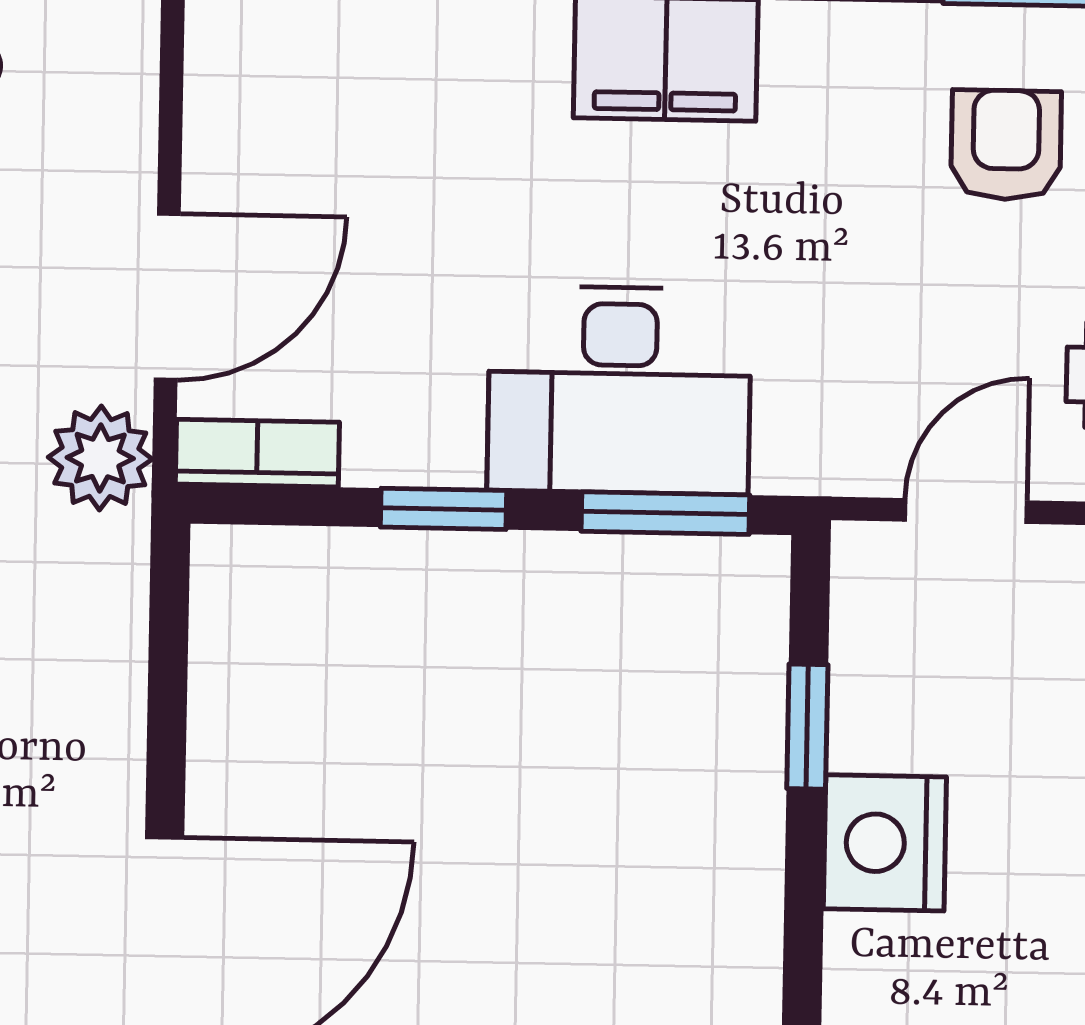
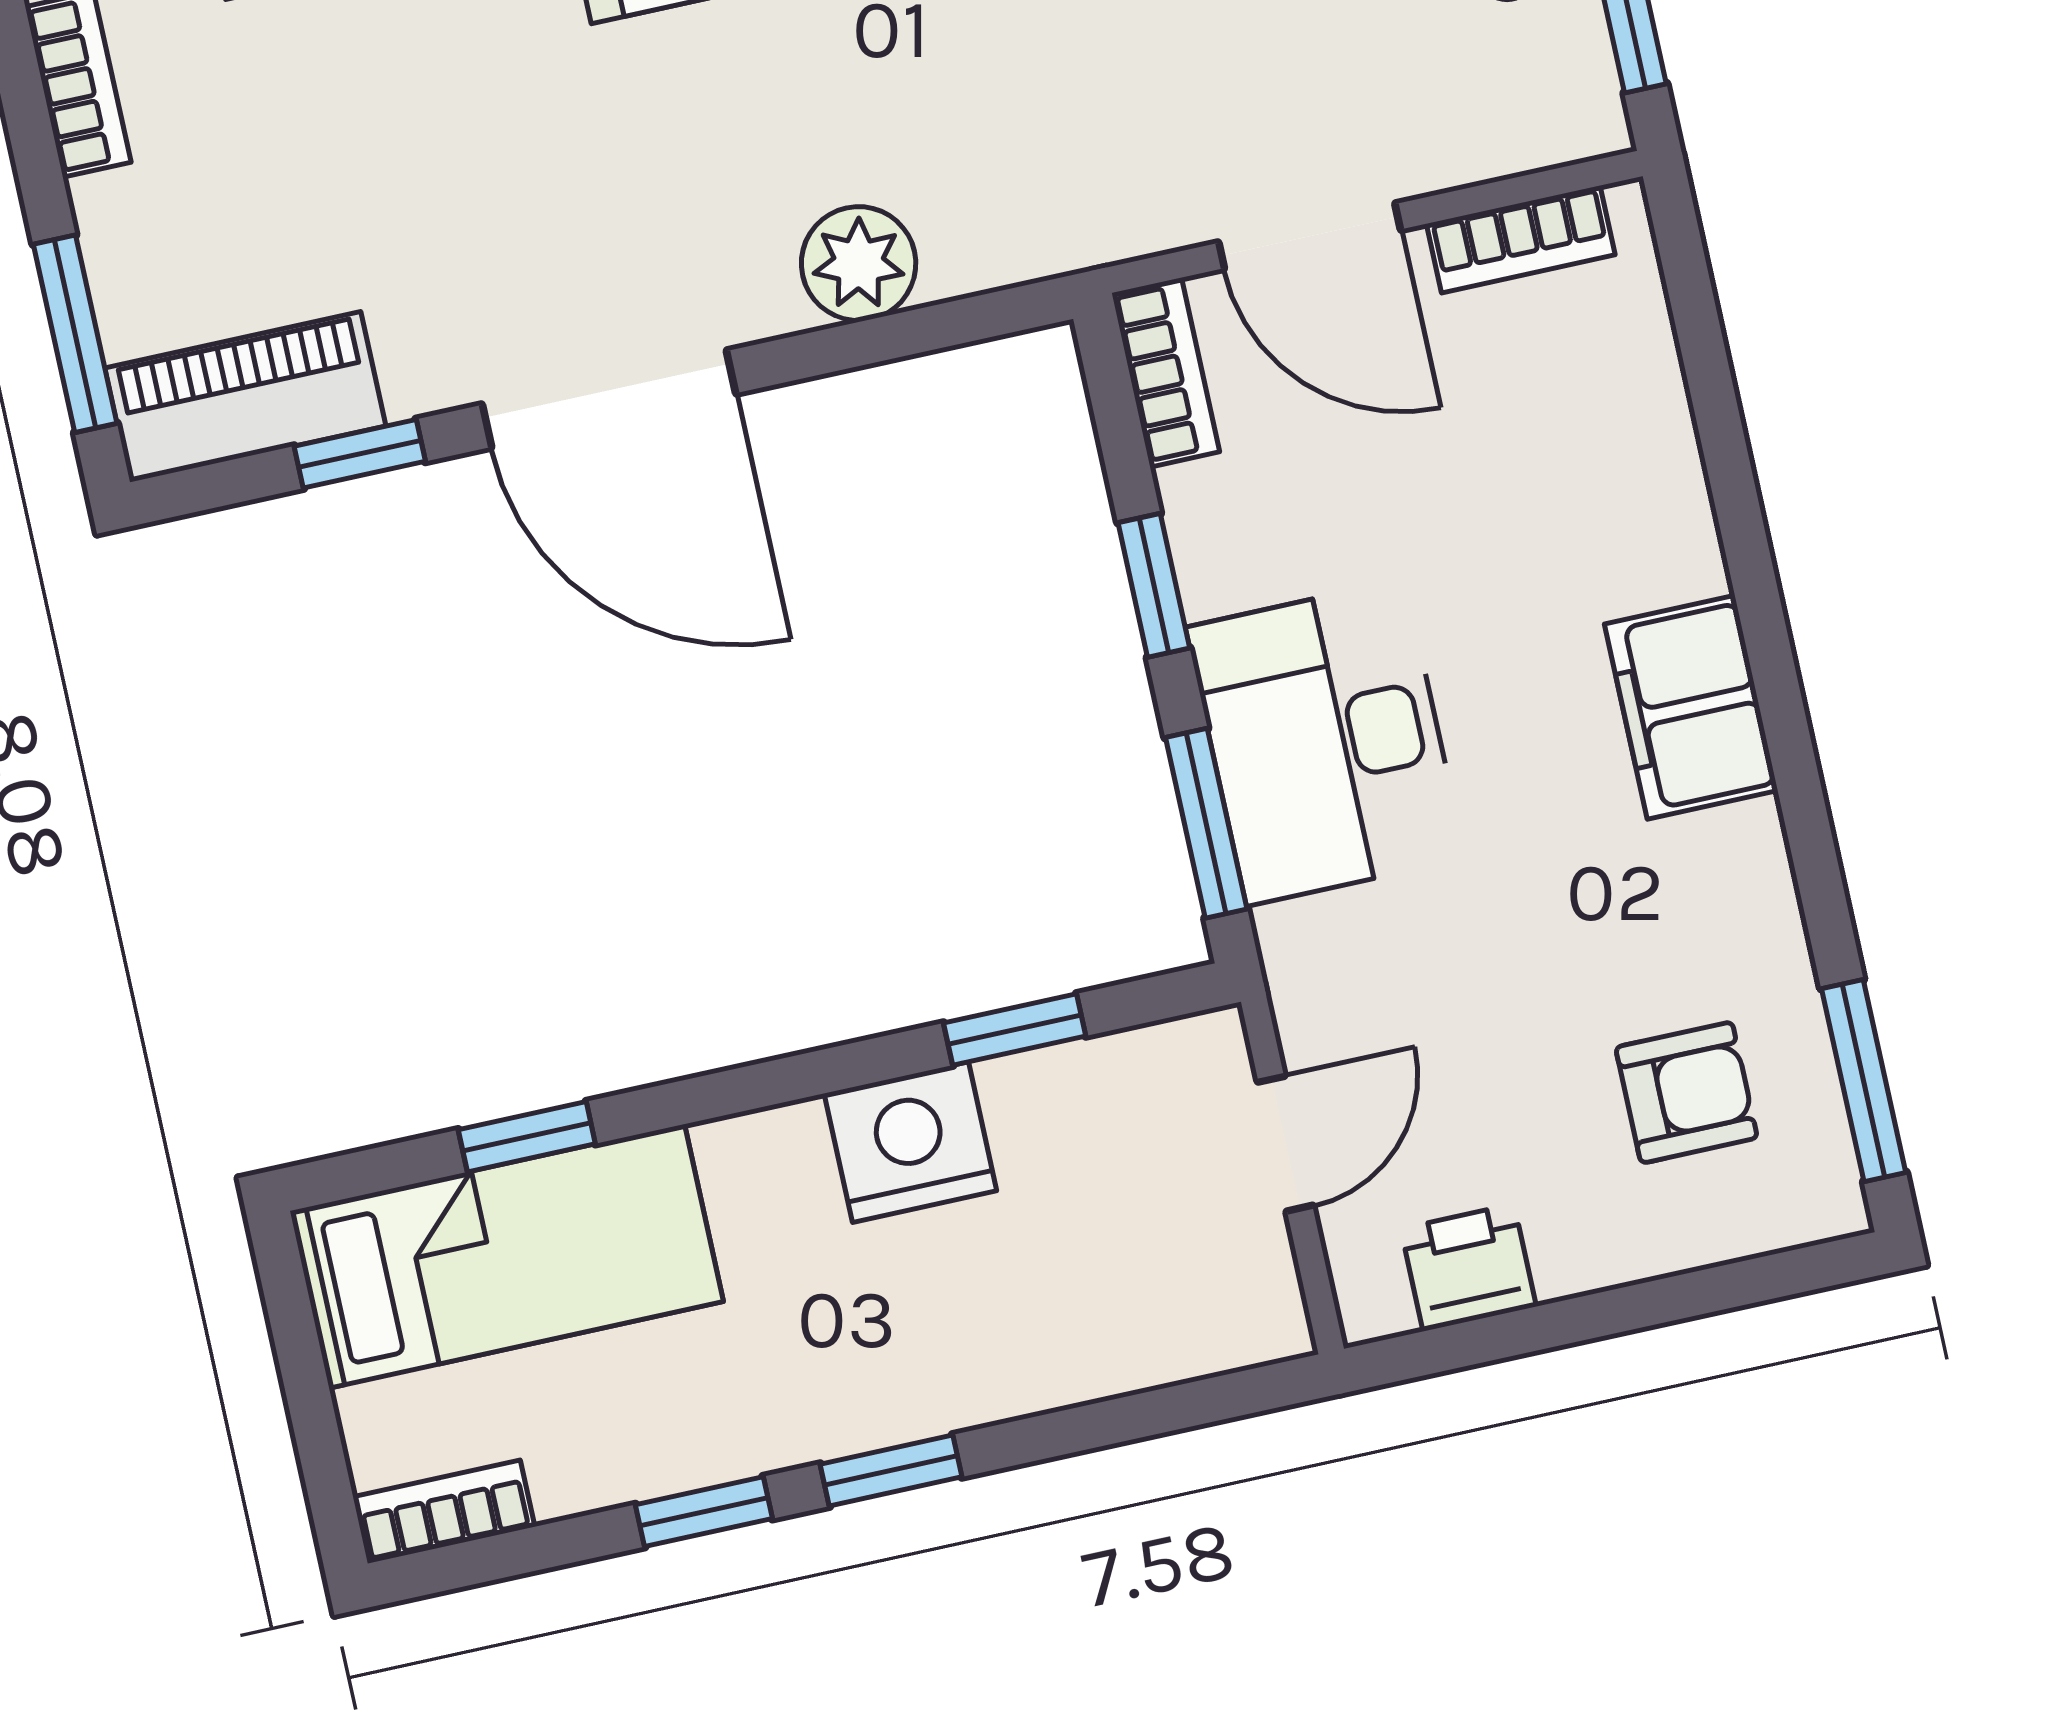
bookcase: (215, 110) -> (1521, 239), added
plant: (100, 458) -> (859, 264), moved
door: (966, 511) -> (1285, 1144), hinge flipped

